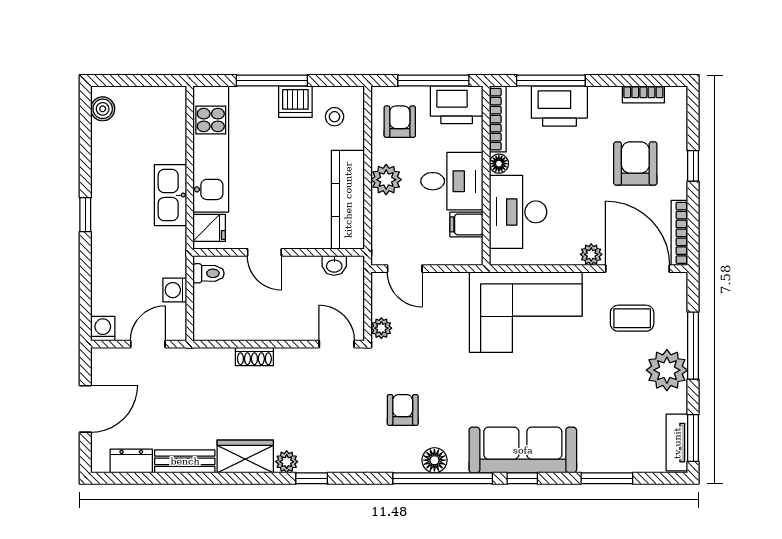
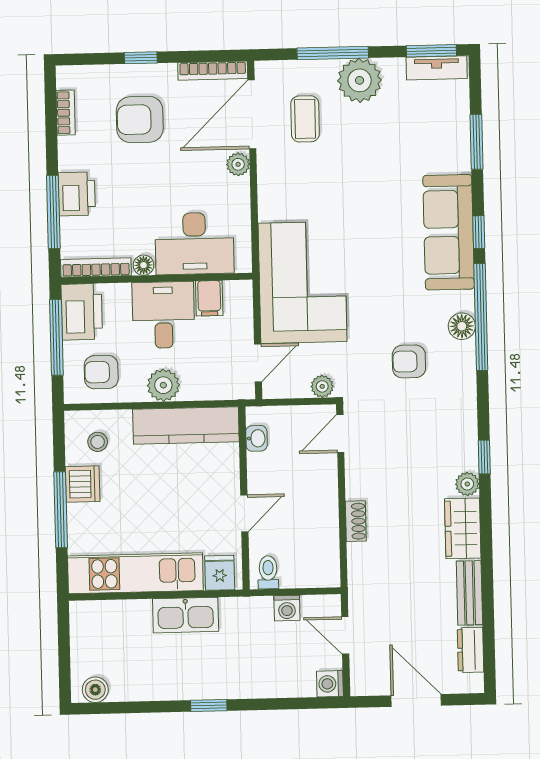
printer: (559, 106) -> (77, 194), width x0.73, depth x0.84
corner sofa: (526, 312) -> (302, 282), moved

